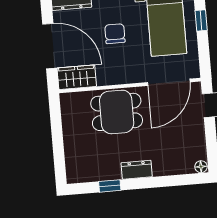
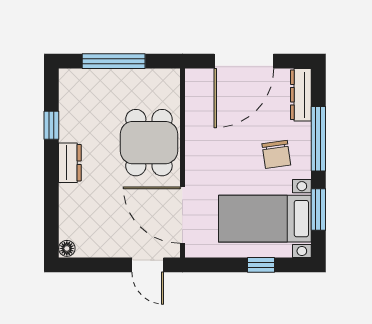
chair: (115, 34) -> (276, 154), moved, turned 82
wardrobe: (77, 77) -> (200, 94), removed
window: (58, 143) -> (114, 61), added

